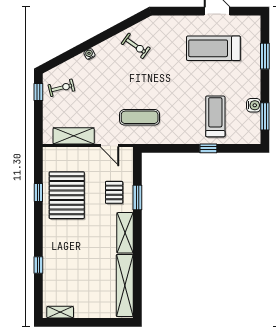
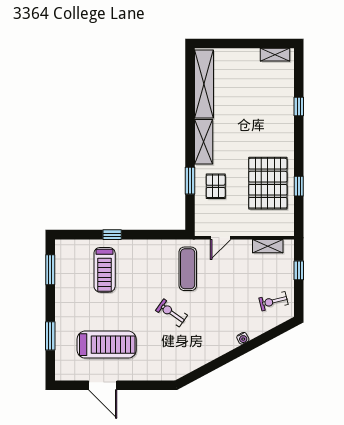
exercise bike: (136, 46) -> (172, 313), moved
window: (38, 92) -> (299, 270), moved
water cooler: (254, 105) -> (62, 282), removed
exercise mat: (140, 117) -> (188, 269), turned 90
shelving: (74, 136) -> (268, 246), width x0.67, depth x0.75
door: (110, 146) -> (221, 238), swing flipped

